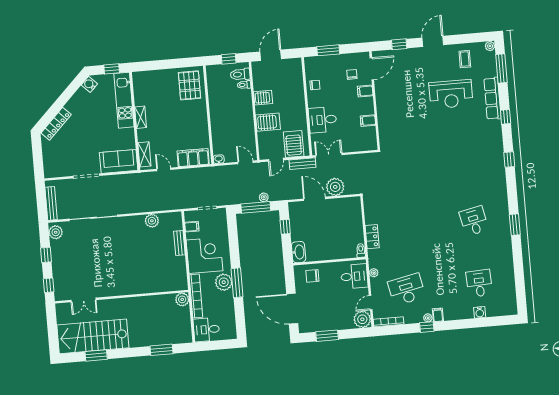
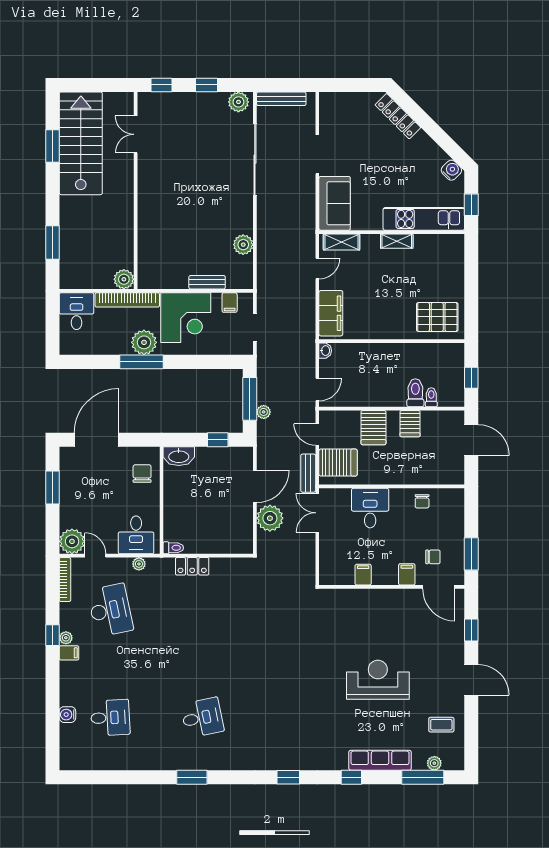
plant: (490, 46) -> (434, 763), moved
window: (328, 50) -> (471, 554), moved
toilet: (240, 74) -> (415, 393), moved
reception desk: (451, 94) -> (378, 680), moved, turned 90
double door: (329, 155) -> (317, 513), swing flipped

